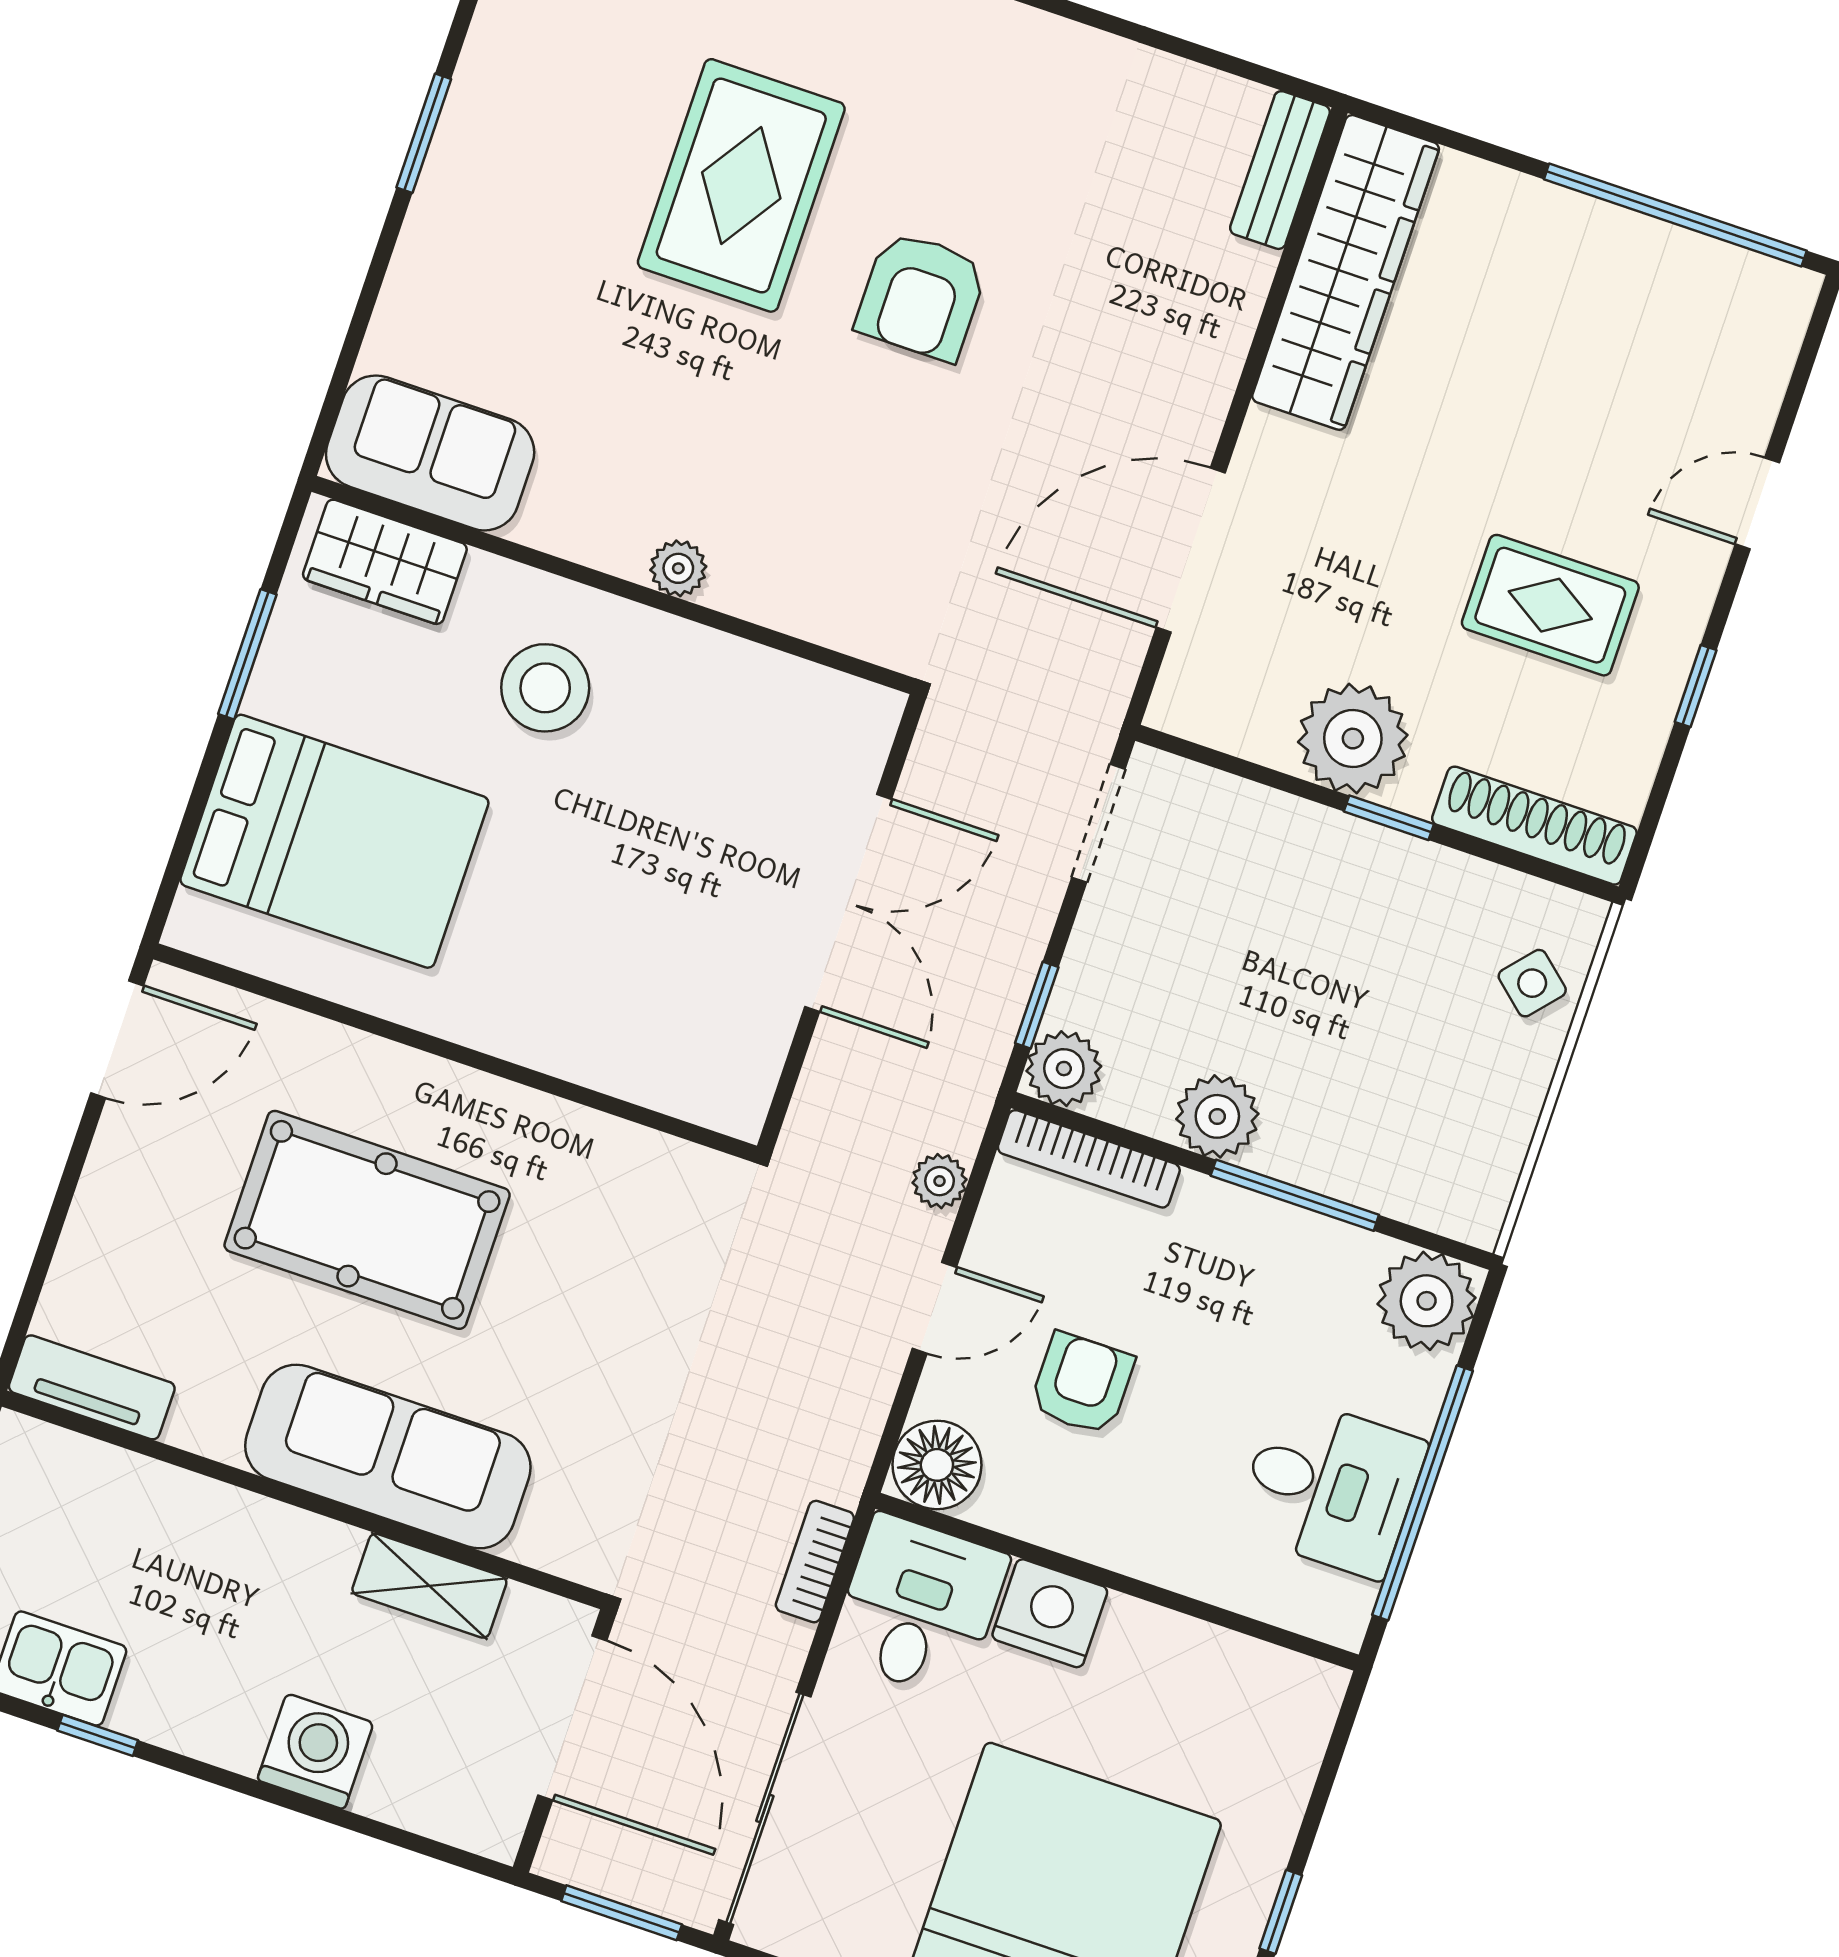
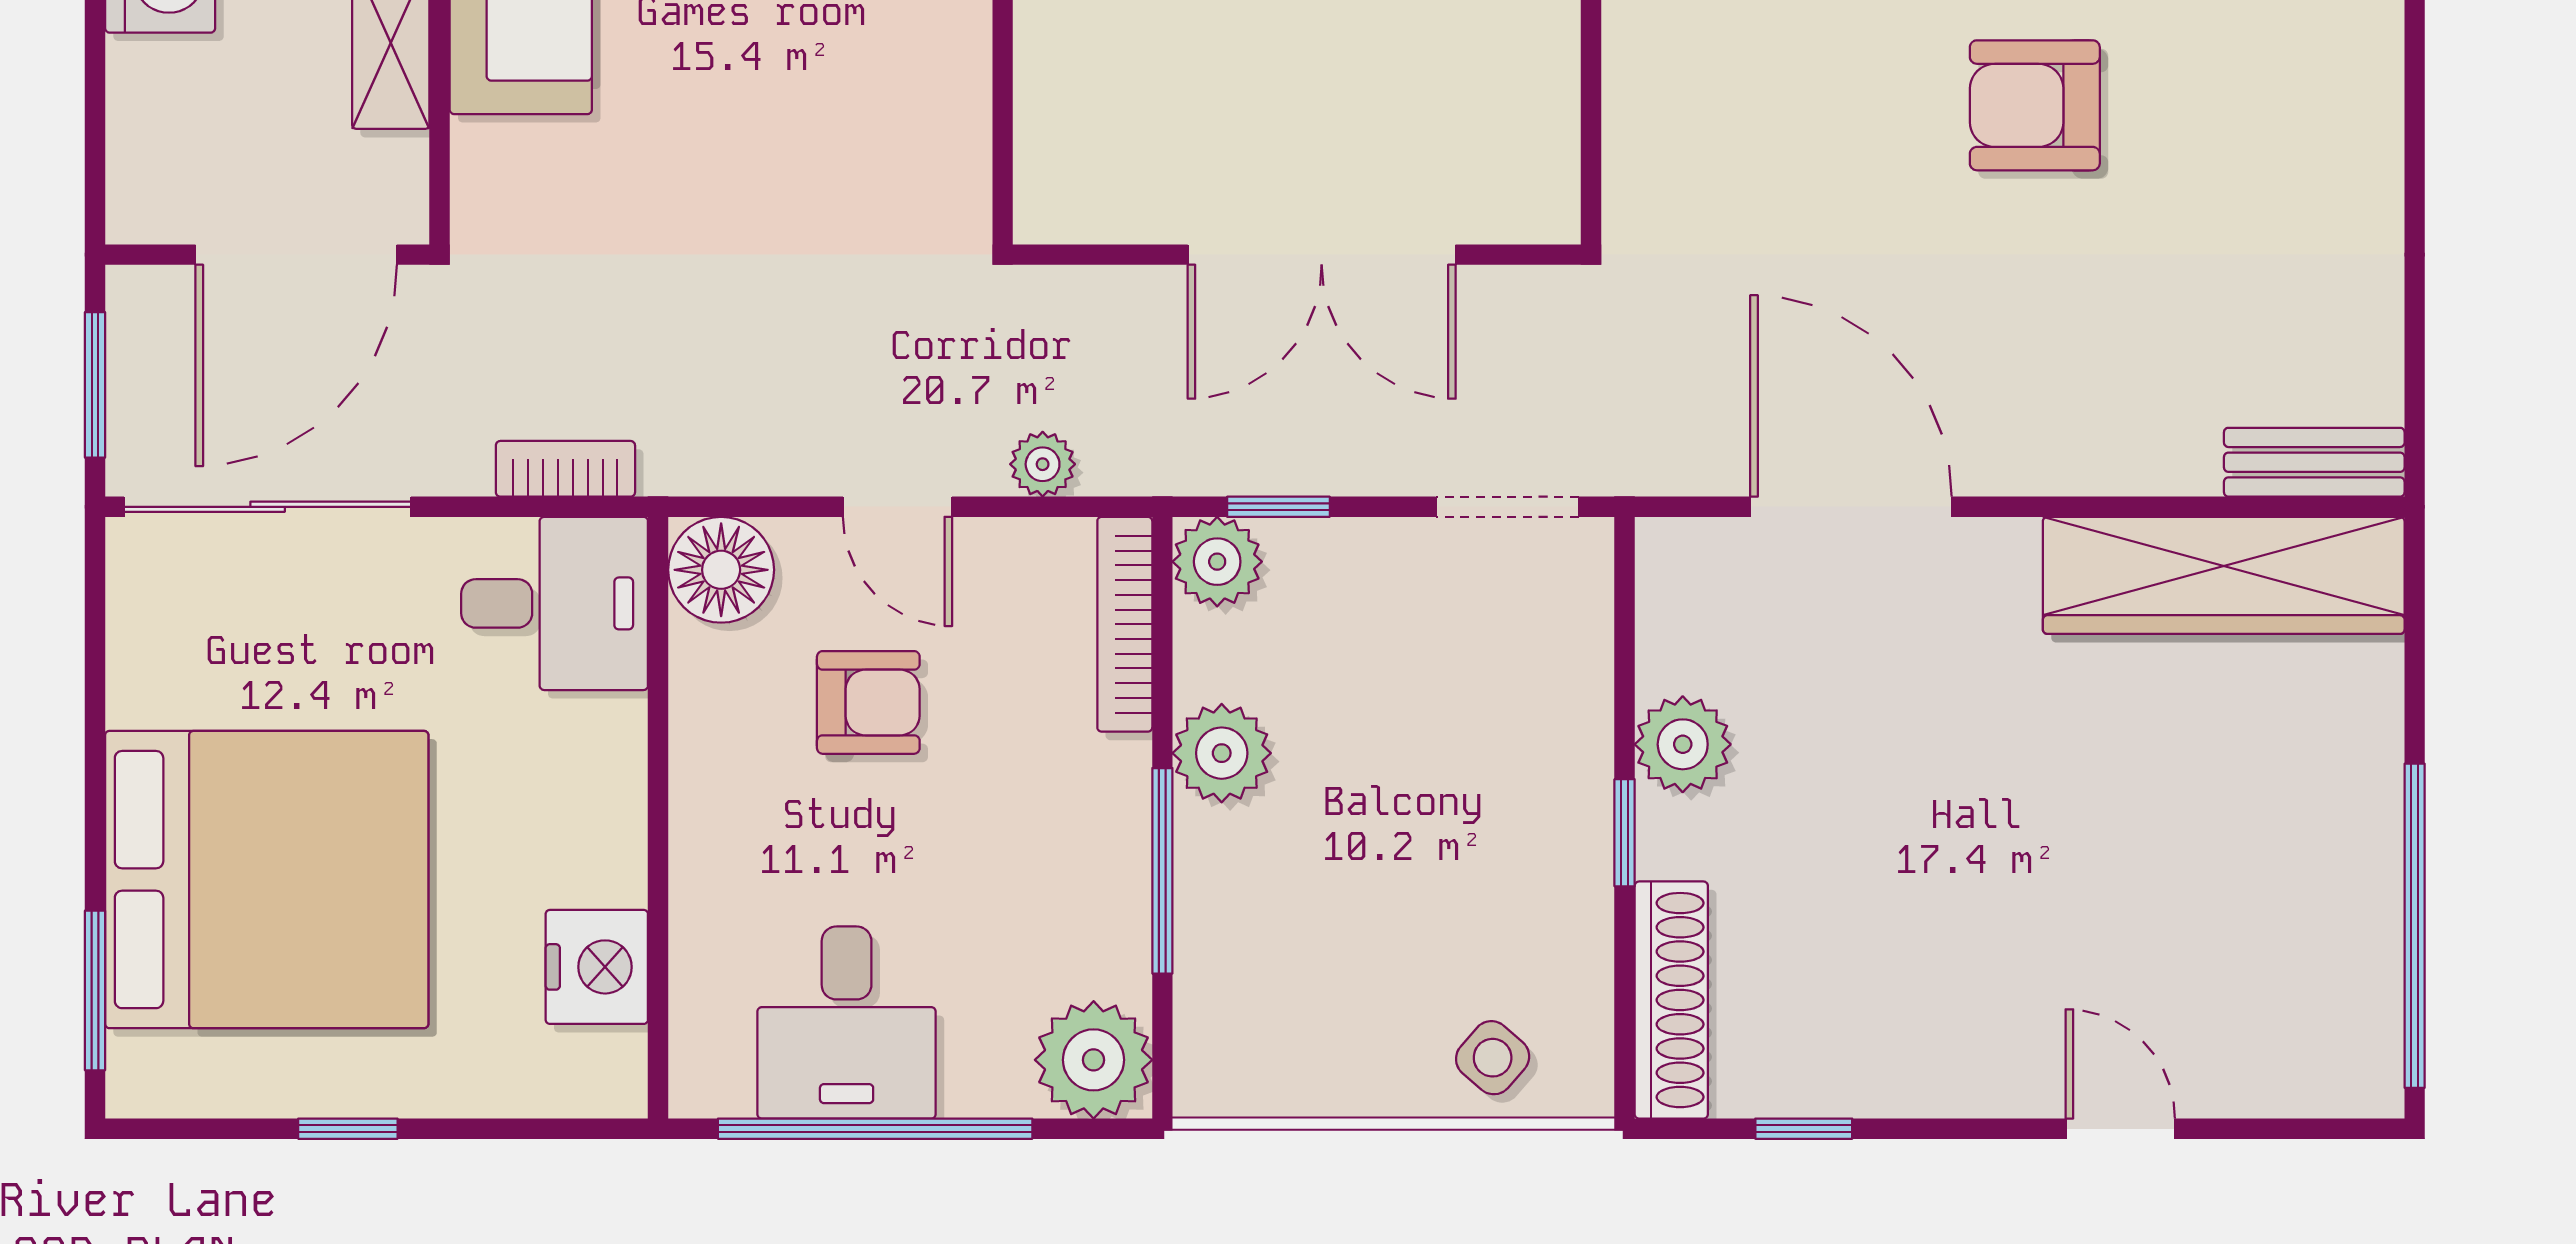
rug: (1550, 605) -> (1926, 934), removed
window: (1696, 686) -> (1804, 1129), moved
plant: (1353, 739) -> (1683, 744), width x0.73, depth x0.73
nightstand: (1050, 1613) -> (597, 967), moved

